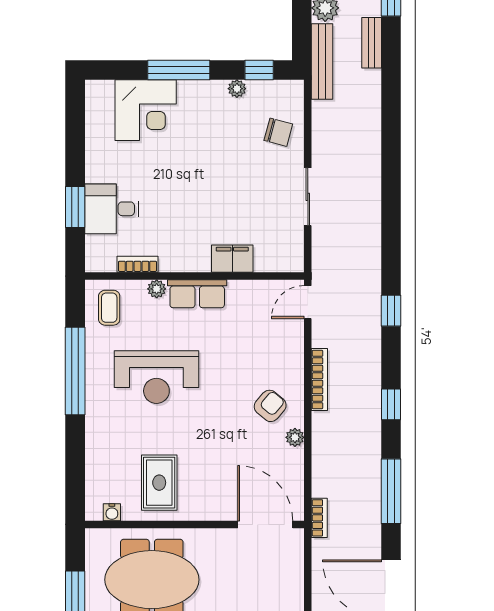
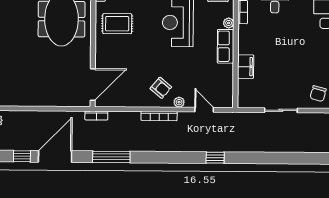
door: (308, 302) -> (204, 110), moved
bookcase: (319, 379) -> (159, 116), moved
window: (391, 404) -> (161, 157), removed
plant: (295, 437) -> (179, 102), moved

